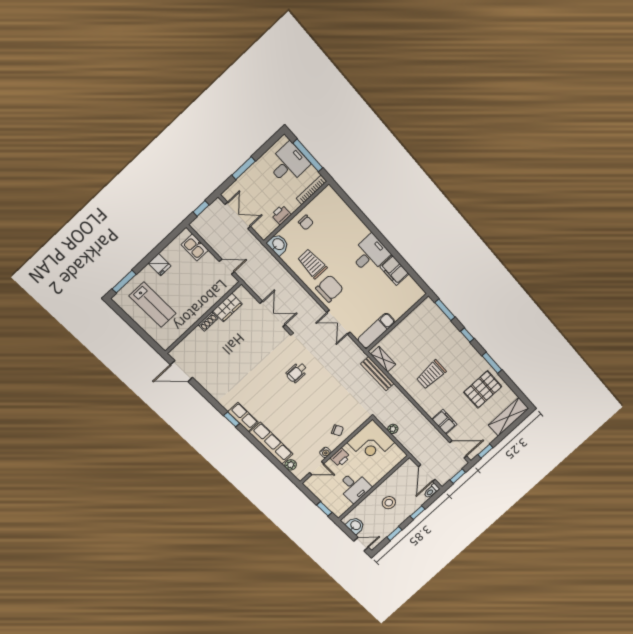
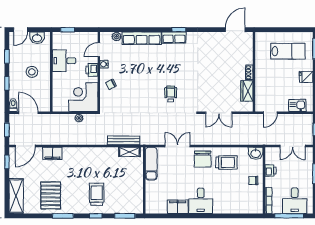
lab bench: (153, 305) -> (288, 51), turned 180
trolley: (431, 375) -> (97, 194), moved

